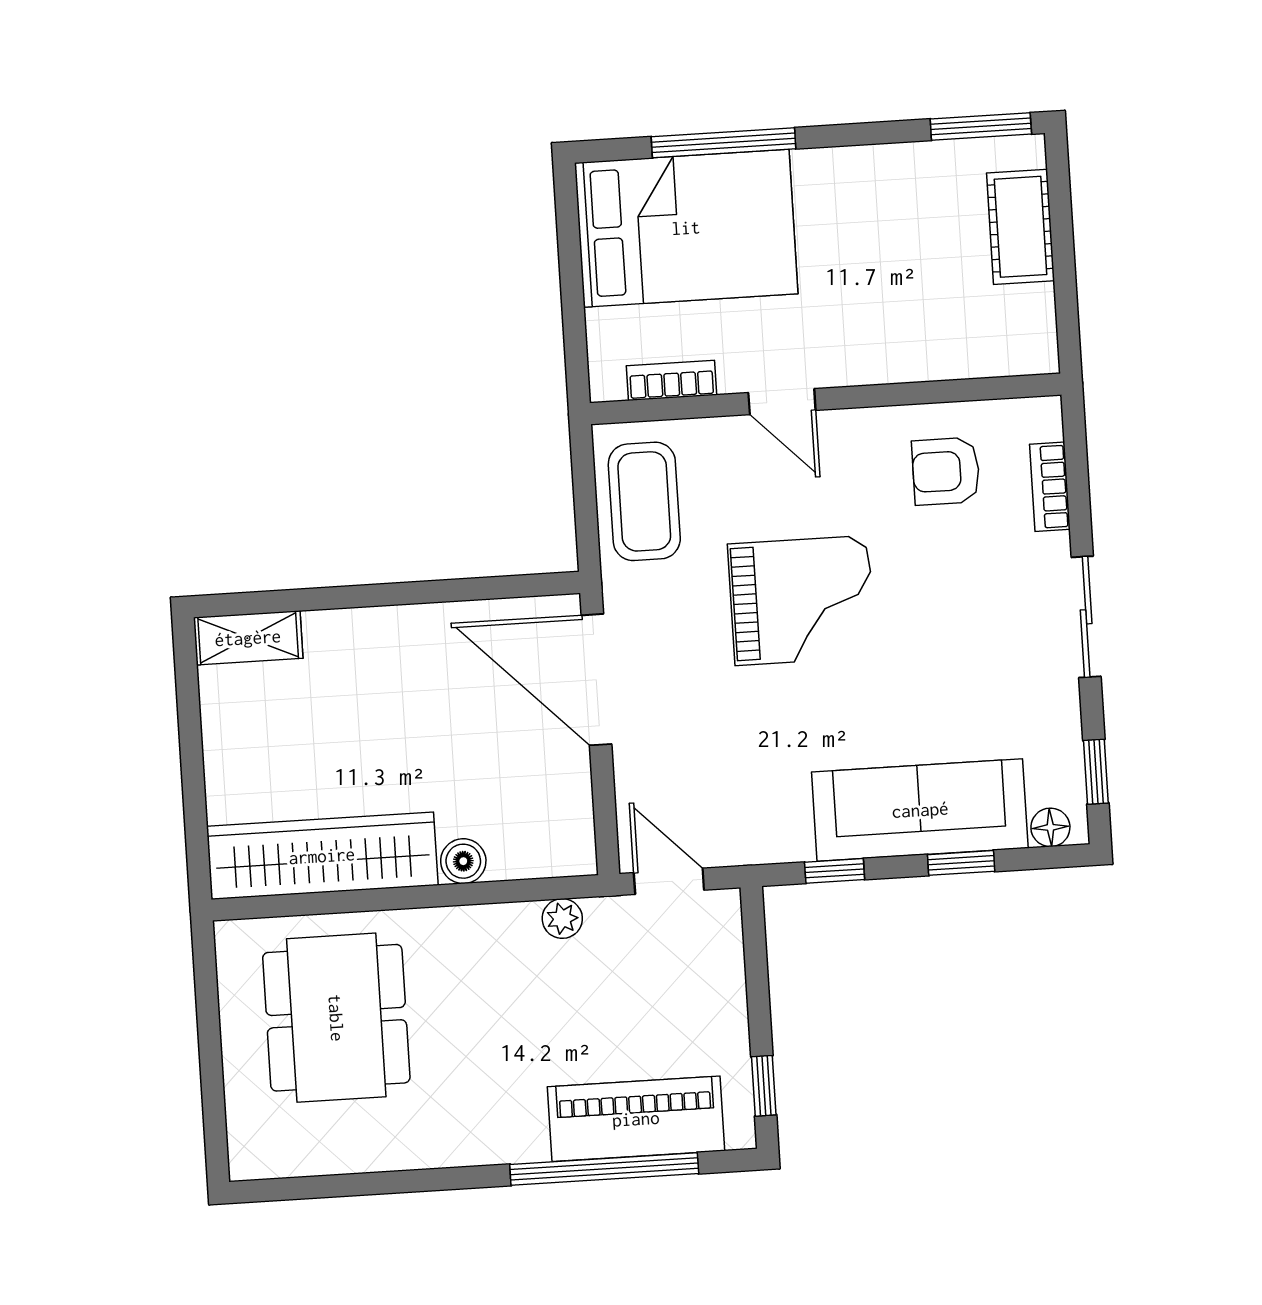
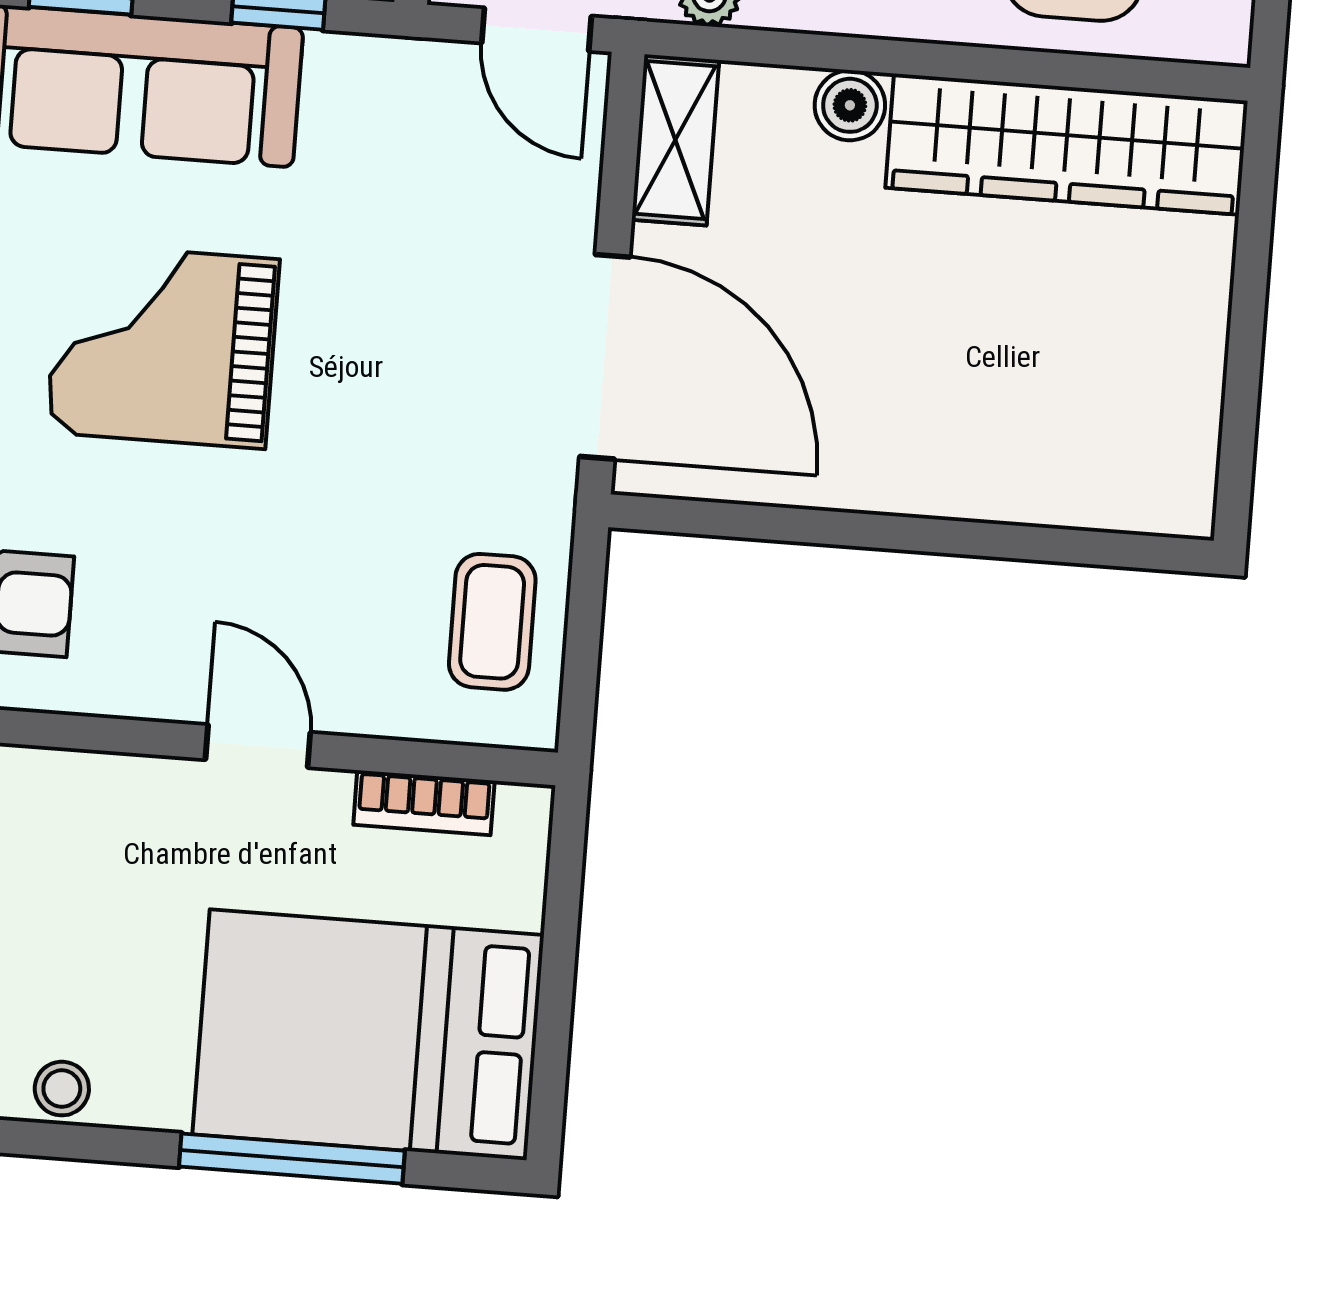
stool: (876, 167) -> (62, 1089), added
coffee table: (644, 501) -> (492, 622), width x0.73, depth x0.77
grand piano: (802, 600) -> (163, 346), moved
shelving: (248, 638) -> (675, 140), moved, turned 90

